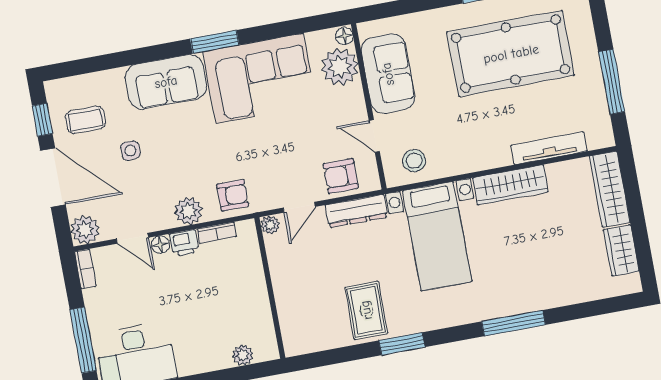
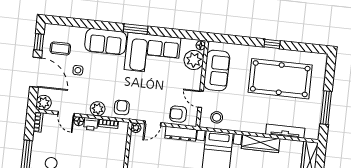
armchair: (233, 195) -> (122, 108), turned -90

